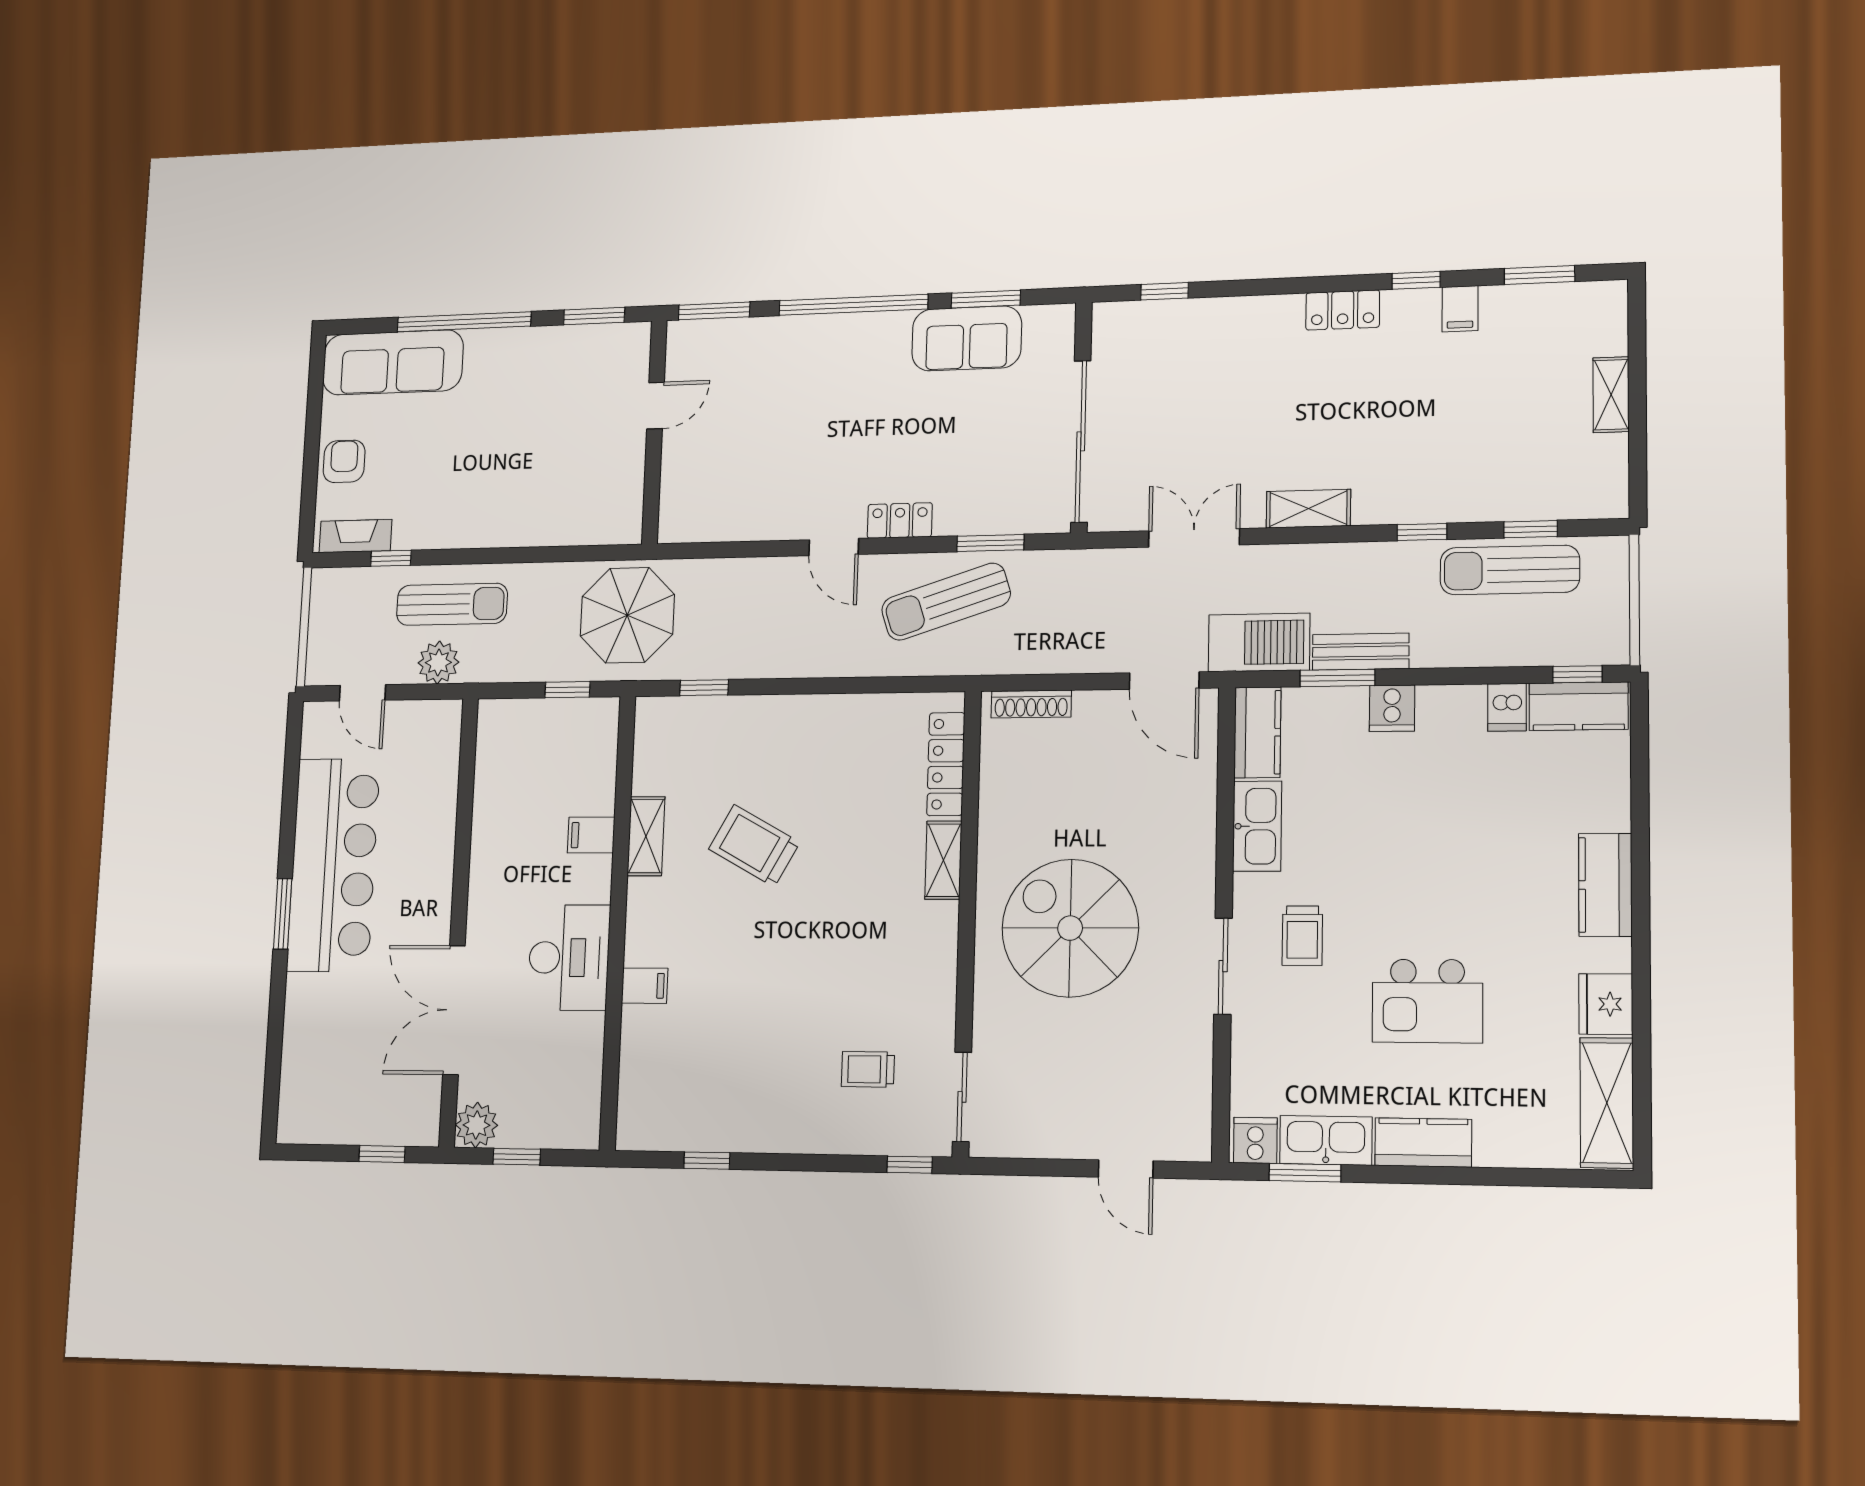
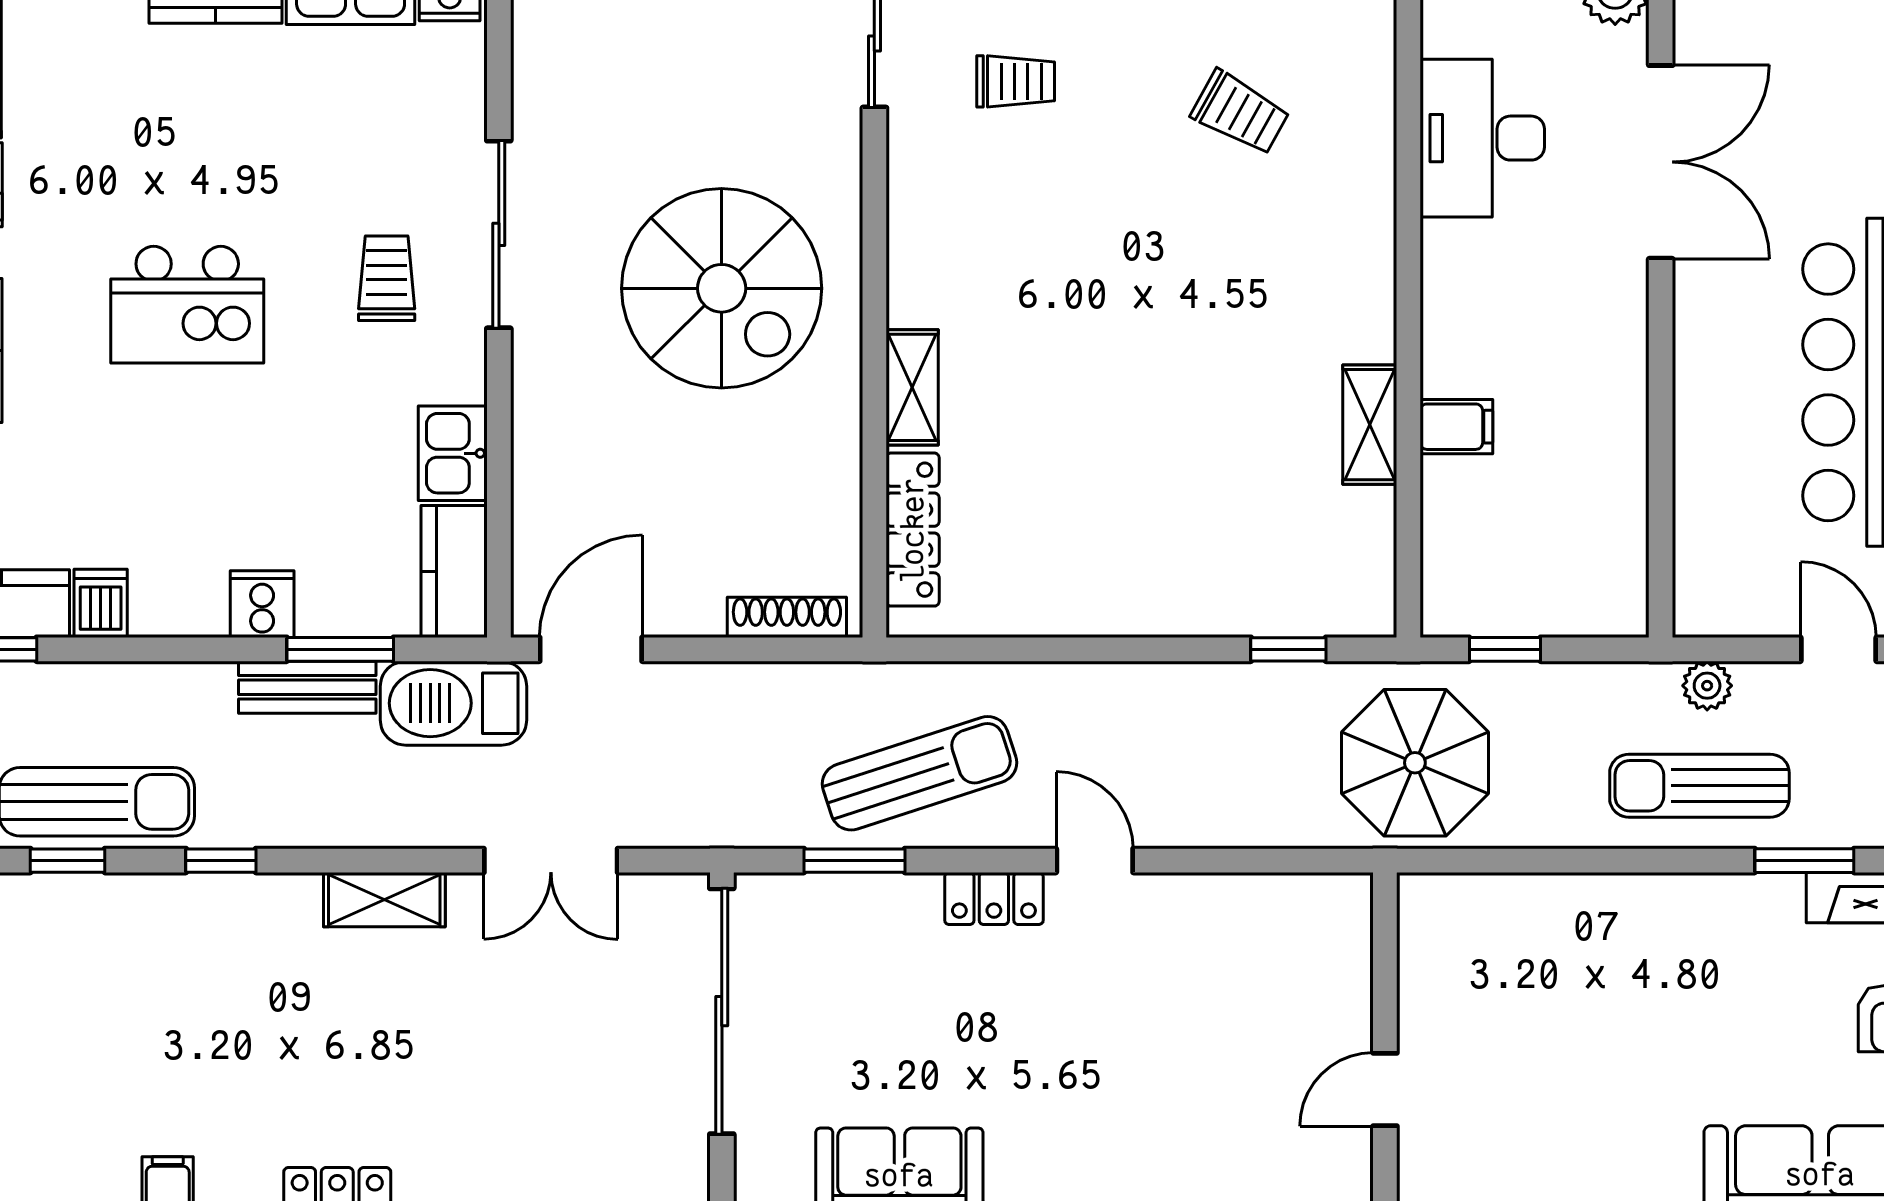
window: (391, 558) -> (1804, 861), width x1.50
plant: (438, 662) -> (1707, 686), width x0.73, depth x0.73
door: (1164, 681) -> (591, 649), hinge flipped
kitchen sink: (1257, 826) -> (453, 453), width x0.73
trolley: (754, 846) -> (1240, 113), moved, width x0.73, depth x0.72
desk: (569, 958) -> (1482, 138), moved
sliding door: (1223, 966) -> (499, 234), width x1.37
filing cabinet: (645, 986) -> (1362, 201), removed
kitchen island: (1427, 1001) -> (187, 305), moved, turned 180

